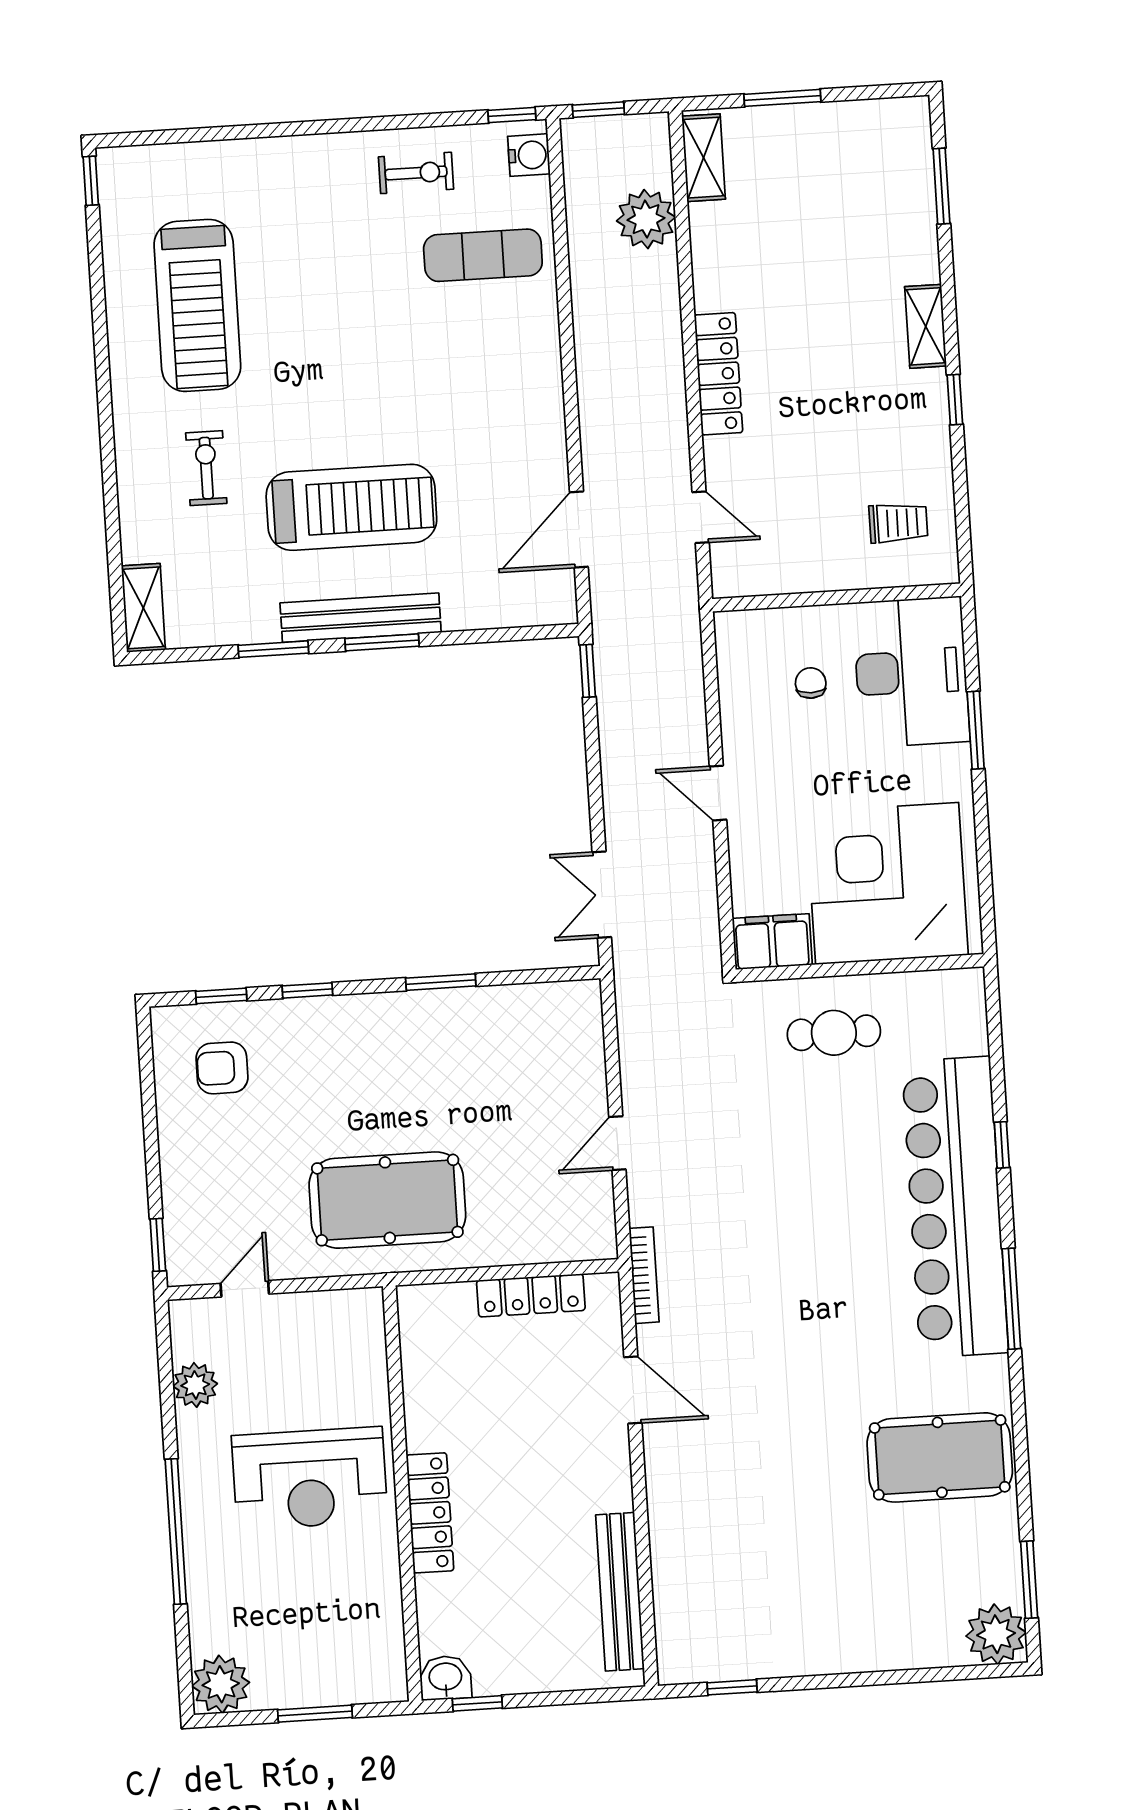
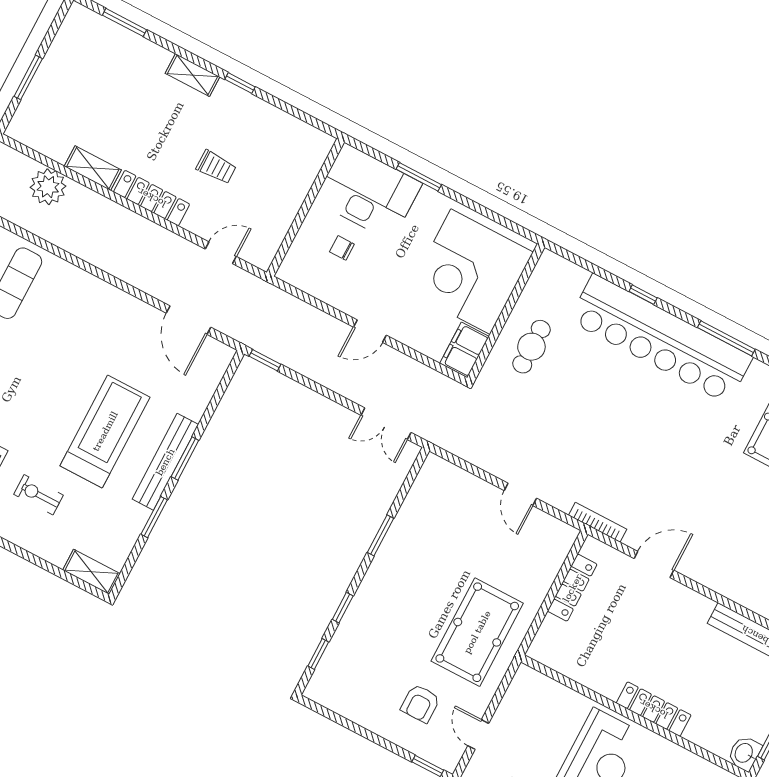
shelving: (703, 158) -> (93, 168), moved
trolley: (898, 523) -> (216, 167), moved, turned 90
armchair: (222, 1068) -> (420, 703), moved

